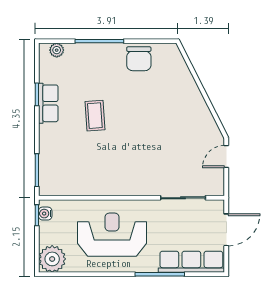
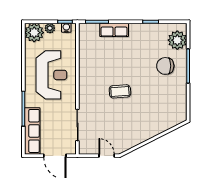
plant: (57, 50) -> (177, 40), width x1.88, depth x1.88
chair: (139, 59) -> (165, 66), moved
row of seats: (48, 103) -> (114, 30), moved
coffee table: (95, 116) -> (120, 91), moved
plant: (46, 237) -> (50, 28), added

